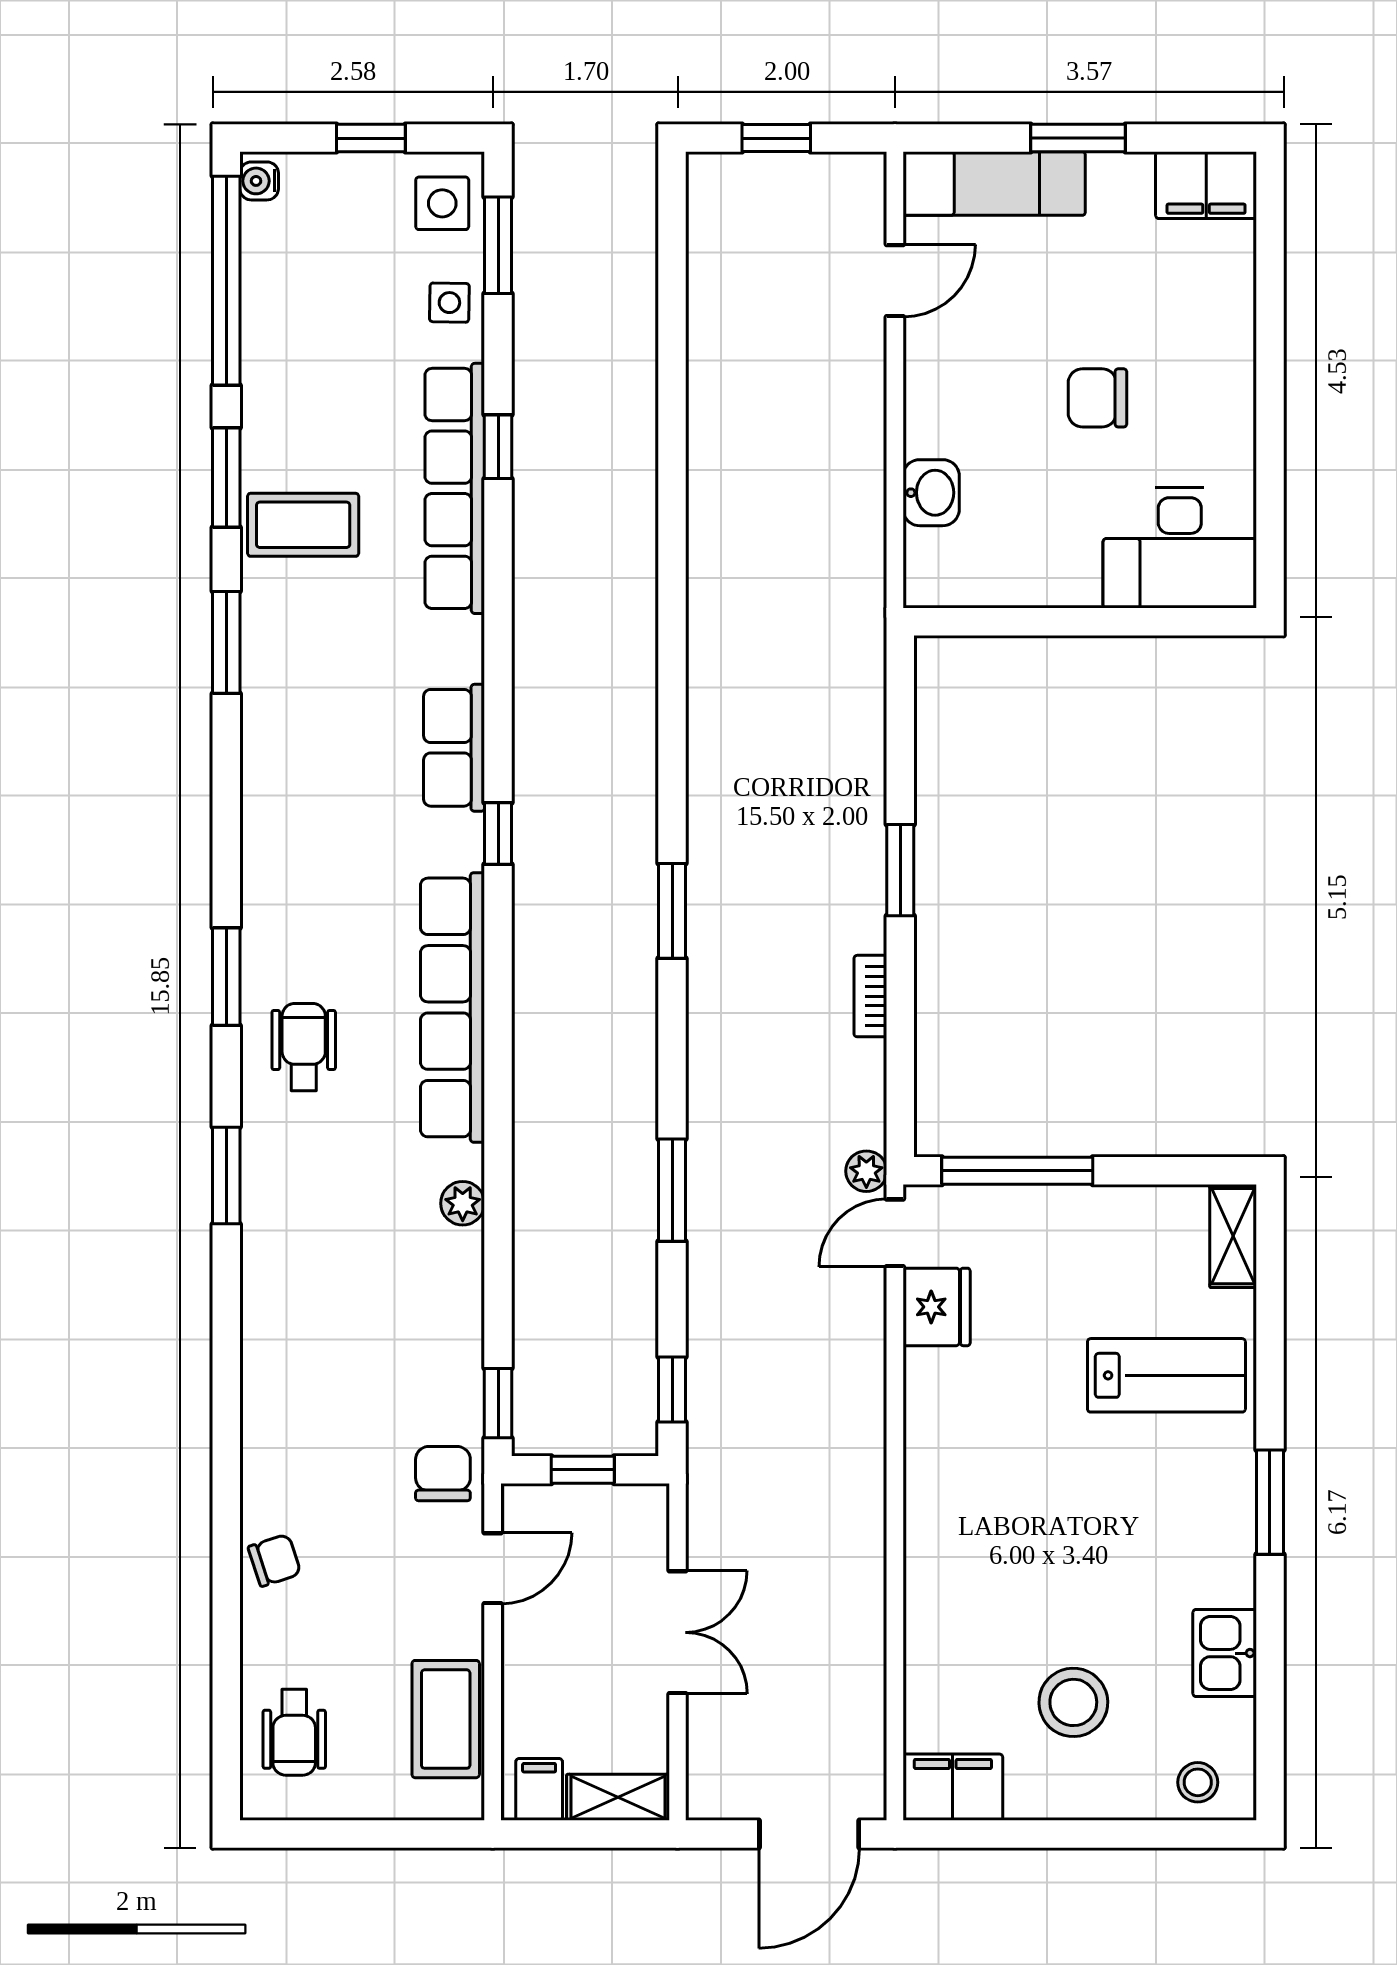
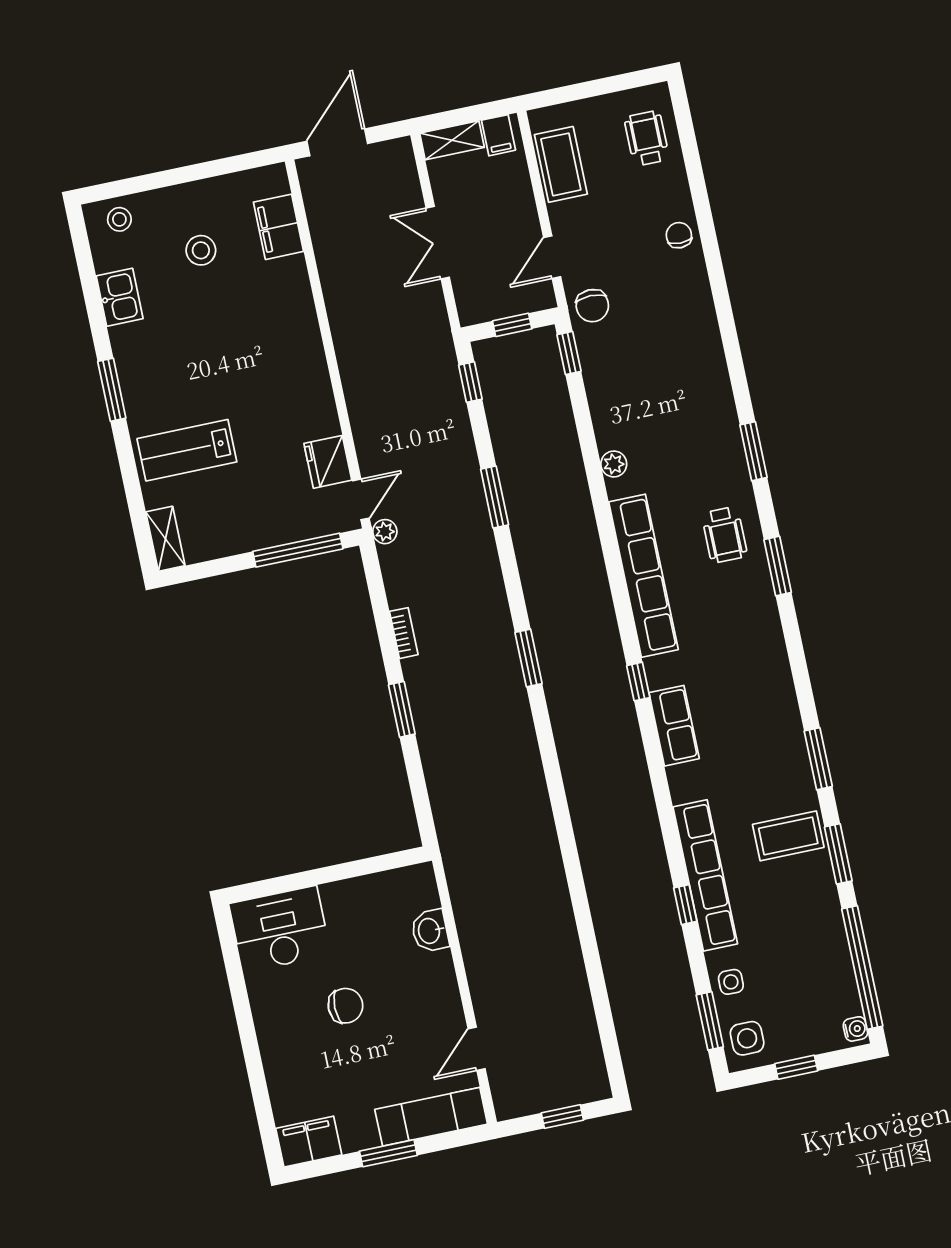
chair: (275, 1560) -> (679, 235), turned 108
stool: (1073, 1702) -> (201, 250), width x0.73, depth x0.73
filing cabinet: (953, 1787) -> (278, 227), moved, turned 90

